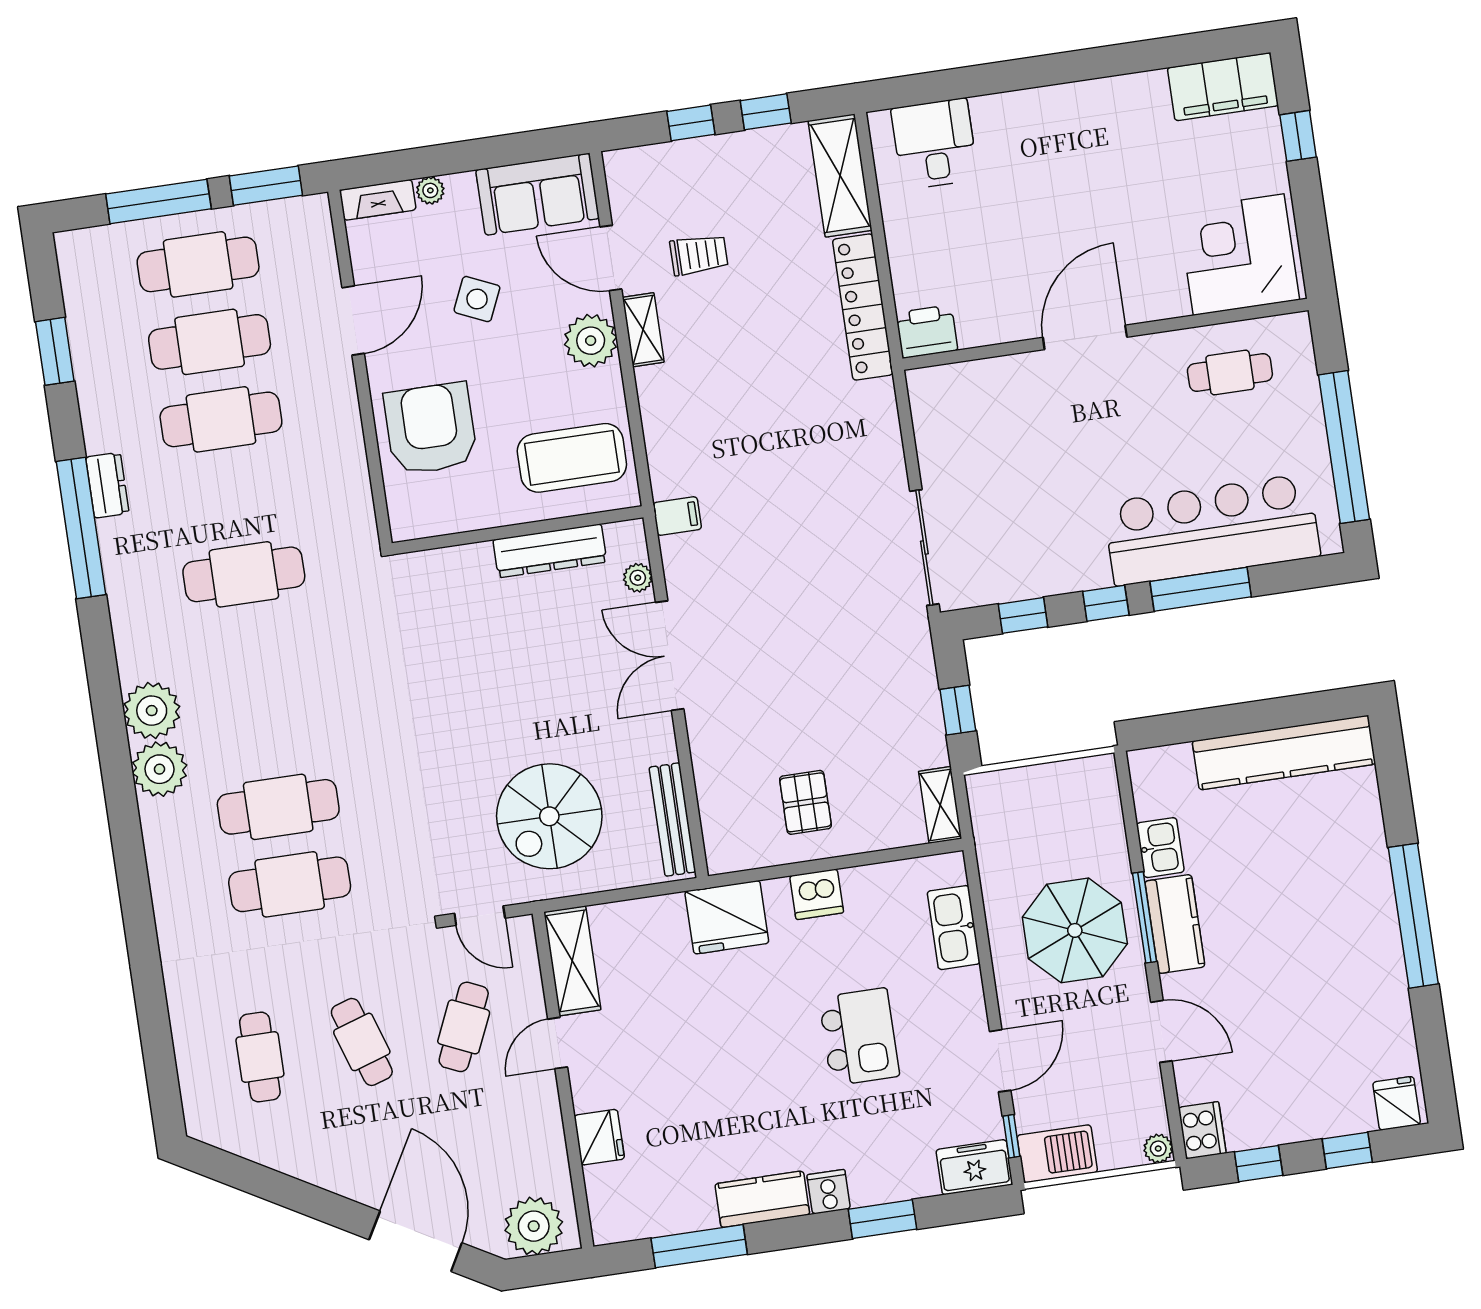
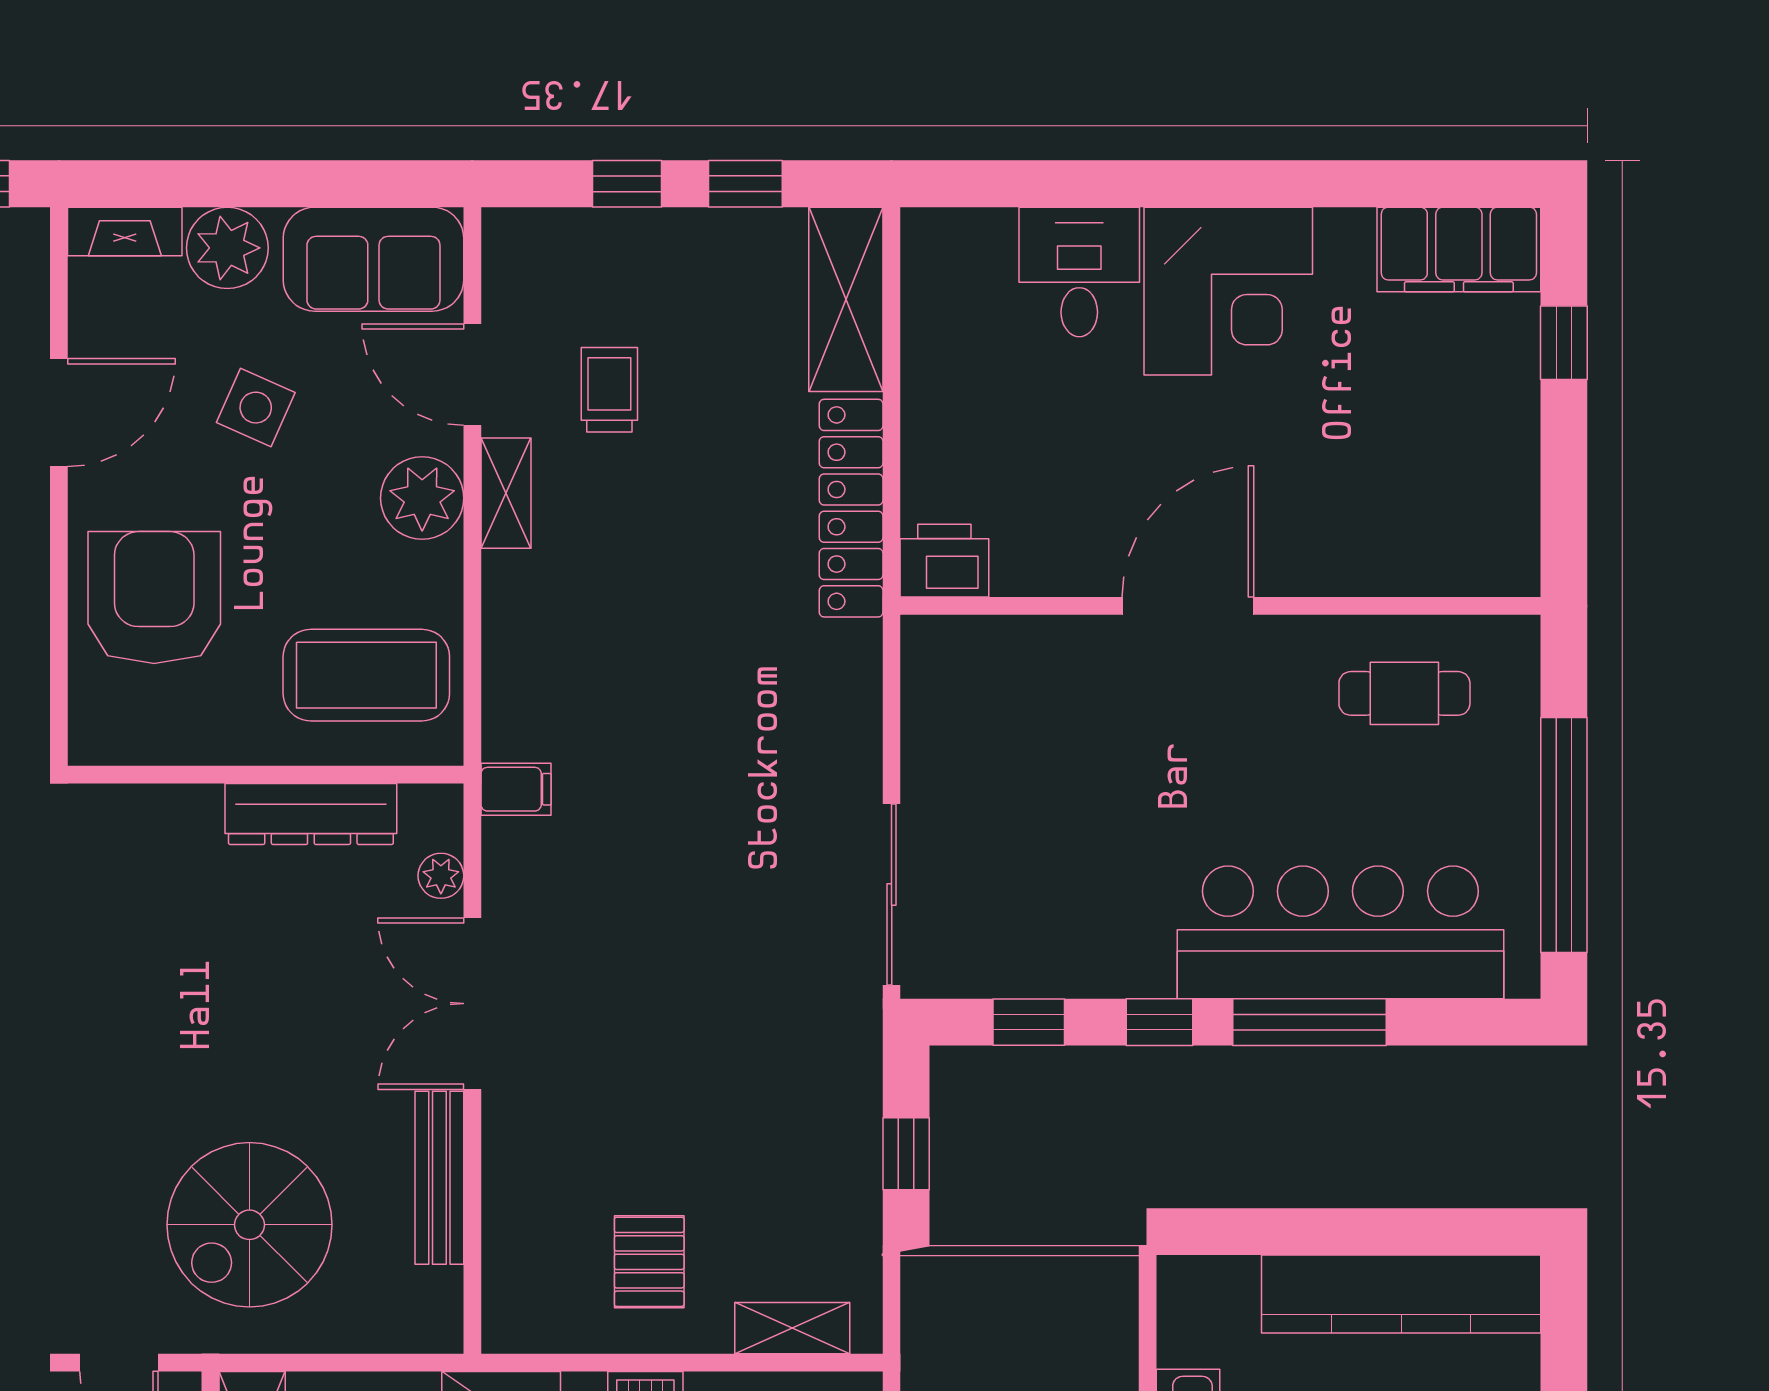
desk: (935, 144) -> (1079, 272), moved
plant: (430, 190) -> (227, 248), width x1.87, depth x1.87
trolley: (699, 255) -> (609, 390), turned -90
corner desk: (1239, 255) -> (1228, 291), moved, turned 180
shelving: (940, 805) -> (792, 1328), moved, turned 90
bench: (672, 820) -> (439, 1178), moved

